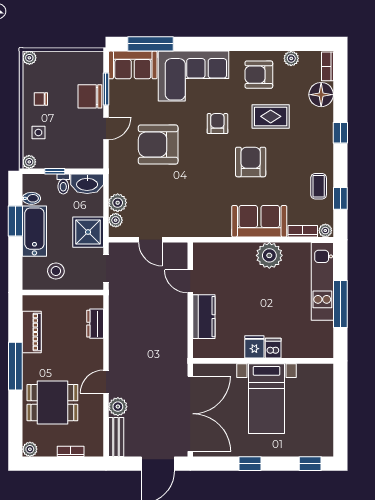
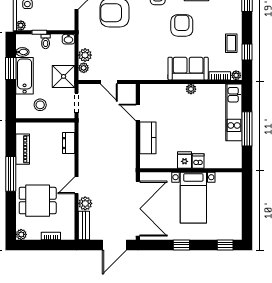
washbasin: (87, 184) -> (68, 39), width x0.52, depth x0.69
plant: (269, 255) -> (191, 89), width x0.53, depth x0.53

